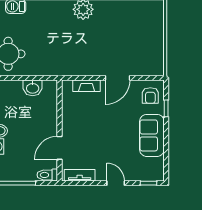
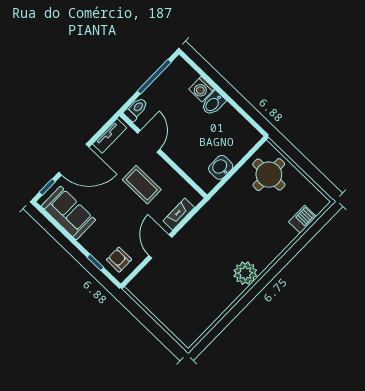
coffee table: (90, 126) -> (142, 185), added
sofa: (152, 135) -> (68, 213), moved
door: (116, 183) -> (74, 160), width x1.87

